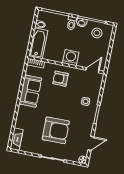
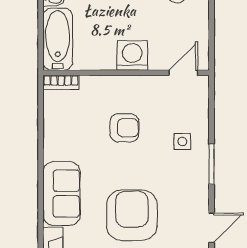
armchair: (60, 79) -> (124, 128), moved, turned 180
sofa: (30, 91) -> (62, 194), moved
armchair: (56, 130) -> (132, 215), turned -89

